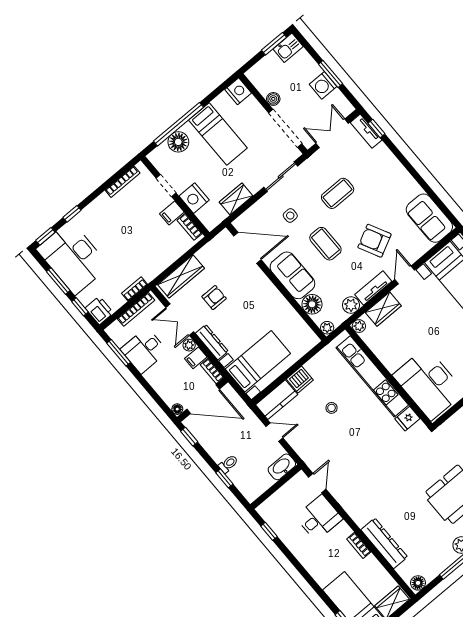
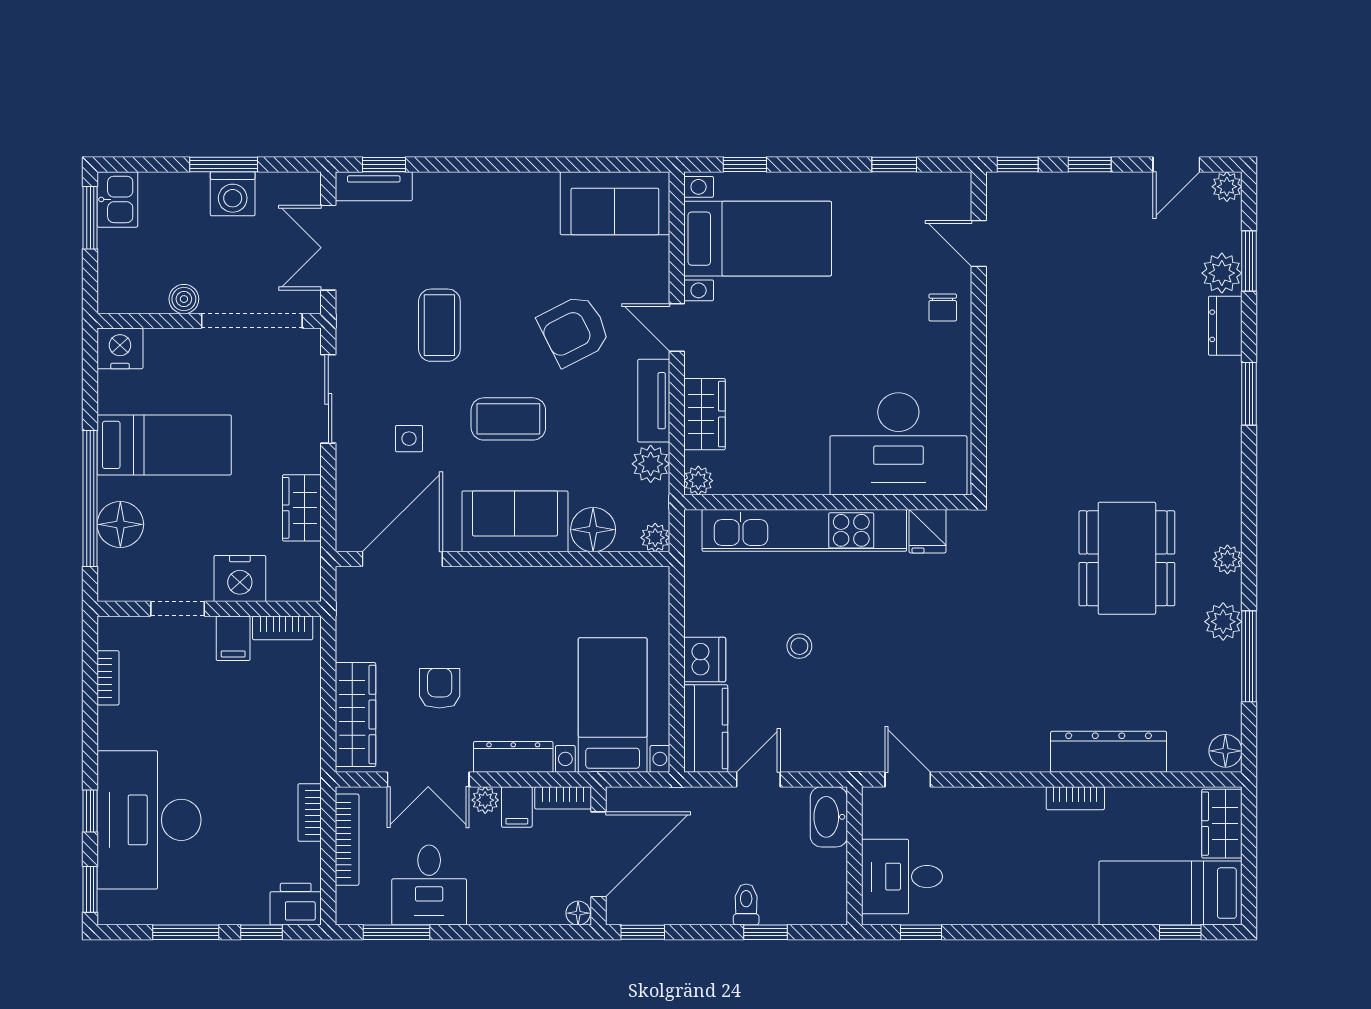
bookcase: (123, 182) -> (108, 678), width x0.64
desk: (73, 258) -> (149, 820), moved, turned 90
desk: (319, 518) -> (902, 877), moved, turned -90

